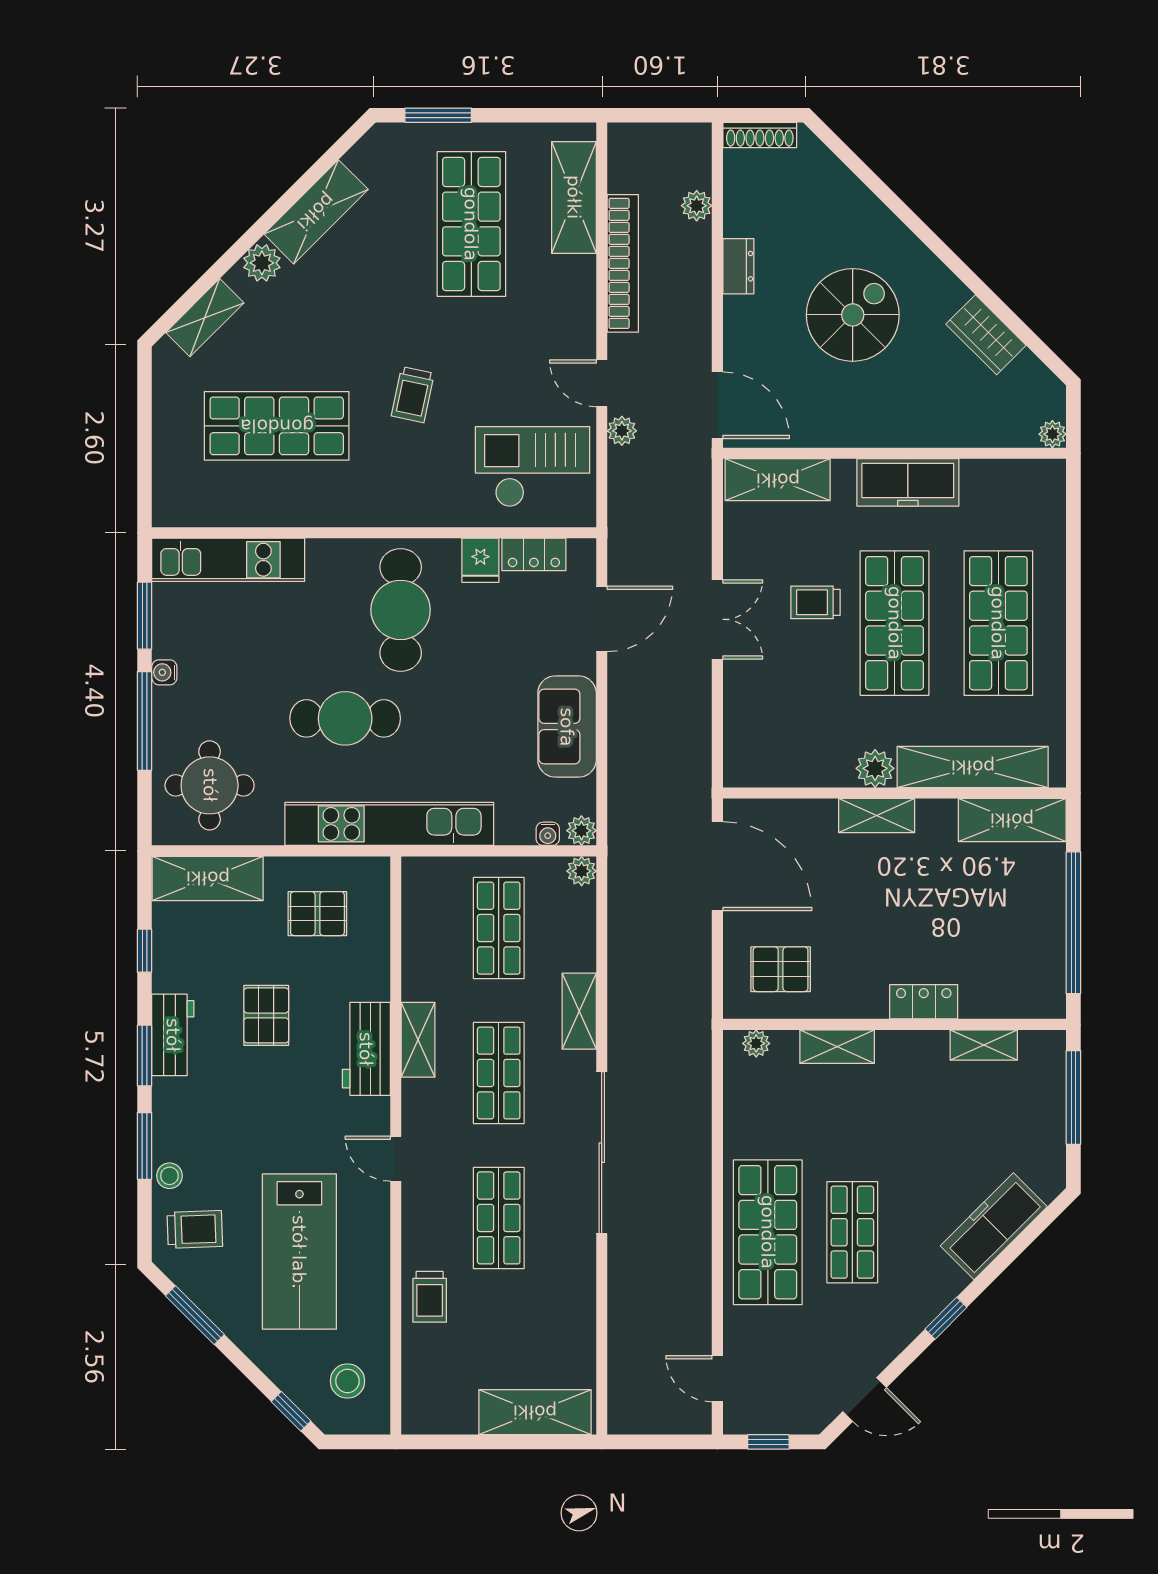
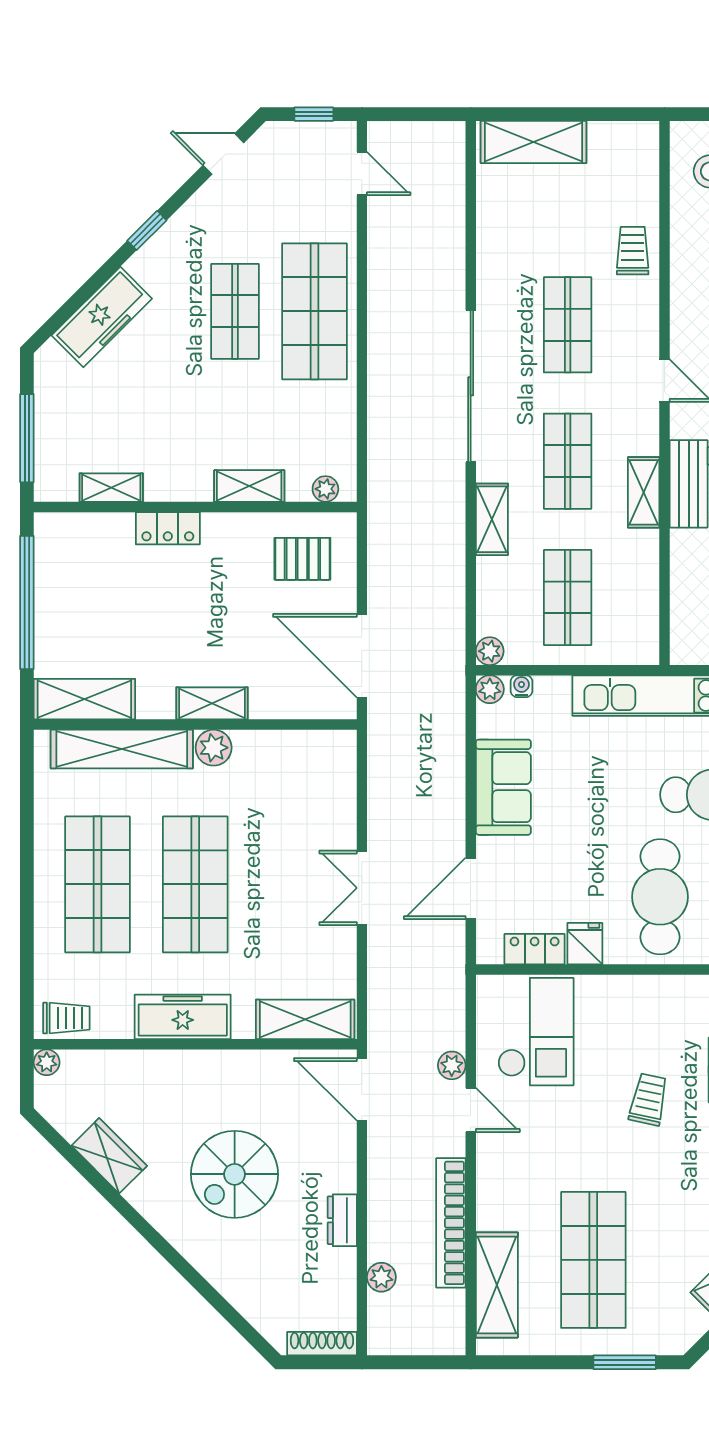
checkout: (533, 467) -> (536, 1032), turned -90
trolley: (815, 602) -> (66, 1018), moved

